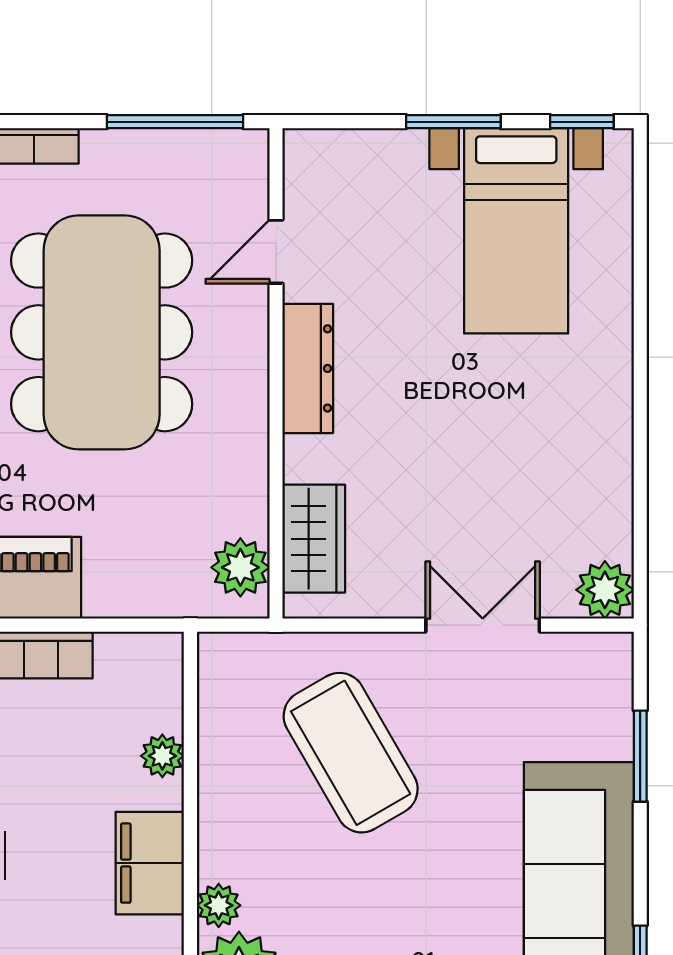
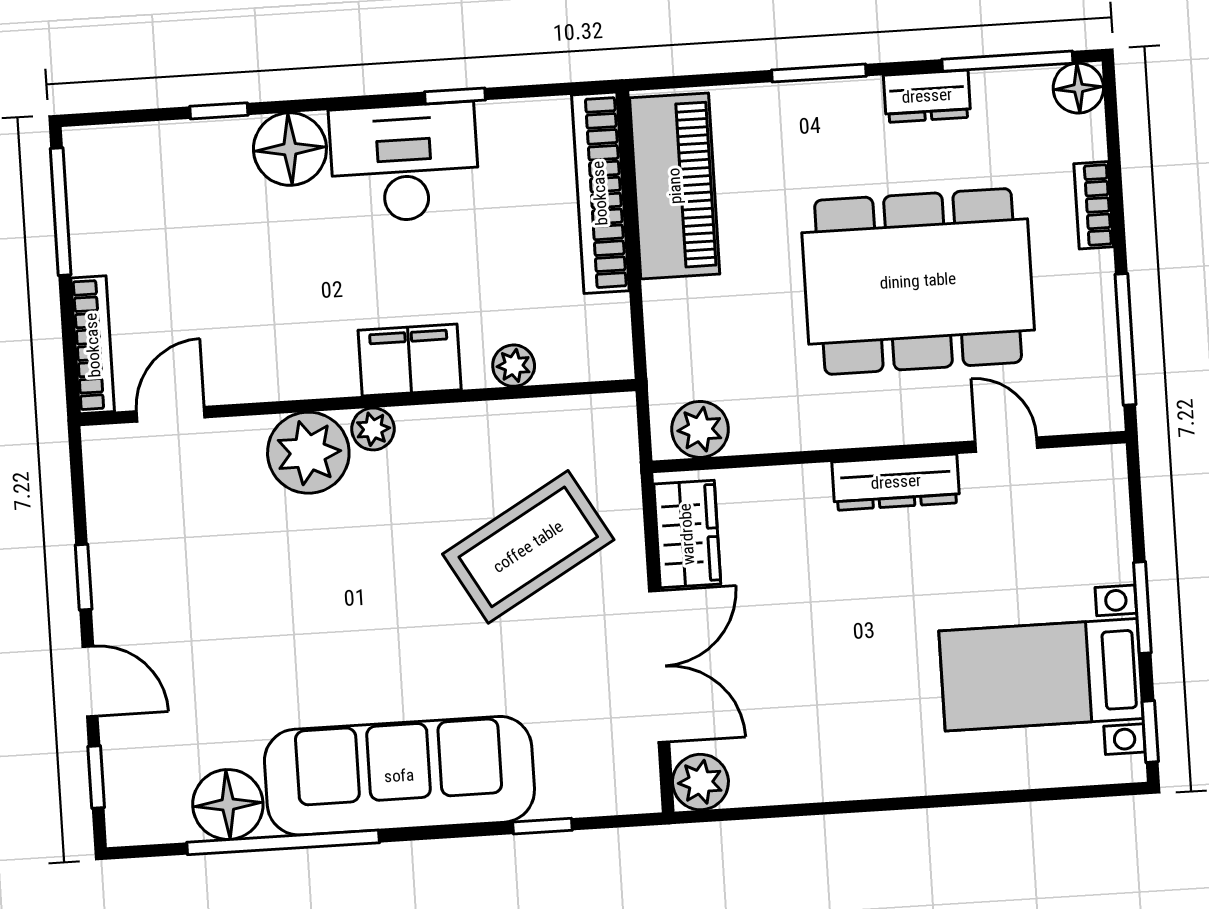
wardrobe: (314, 539) -> (687, 534), moved, turned -90
double door: (483, 625) -> (659, 666), width x1.37
window: (640, 756) -> (542, 826), width x0.67

